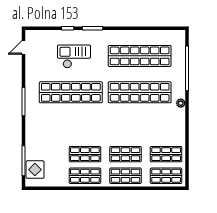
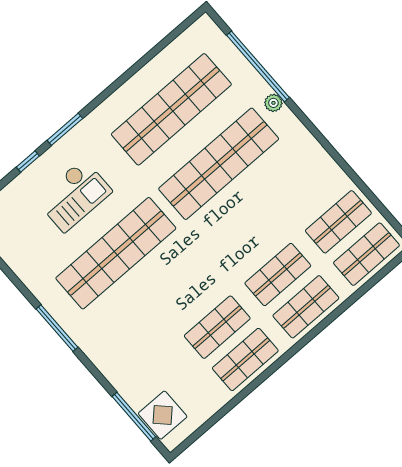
checkout: (74, 56) -> (74, 195), turned 180
plant: (181, 103) -> (273, 103), moved

